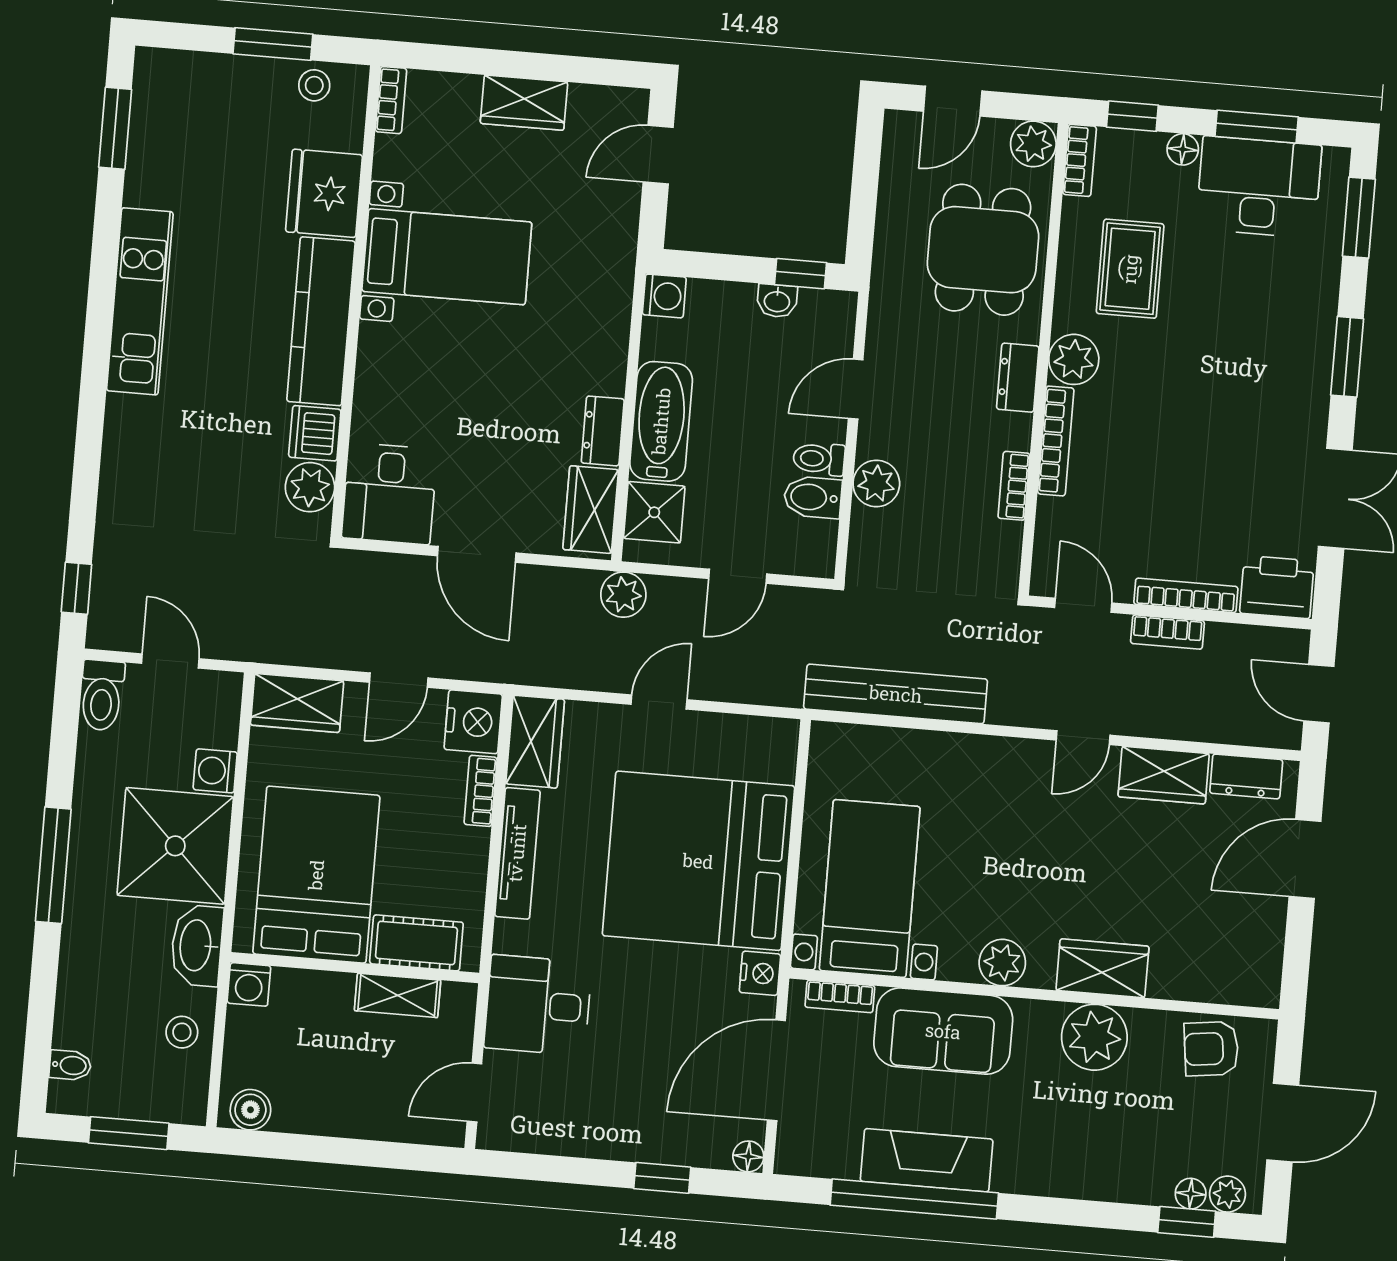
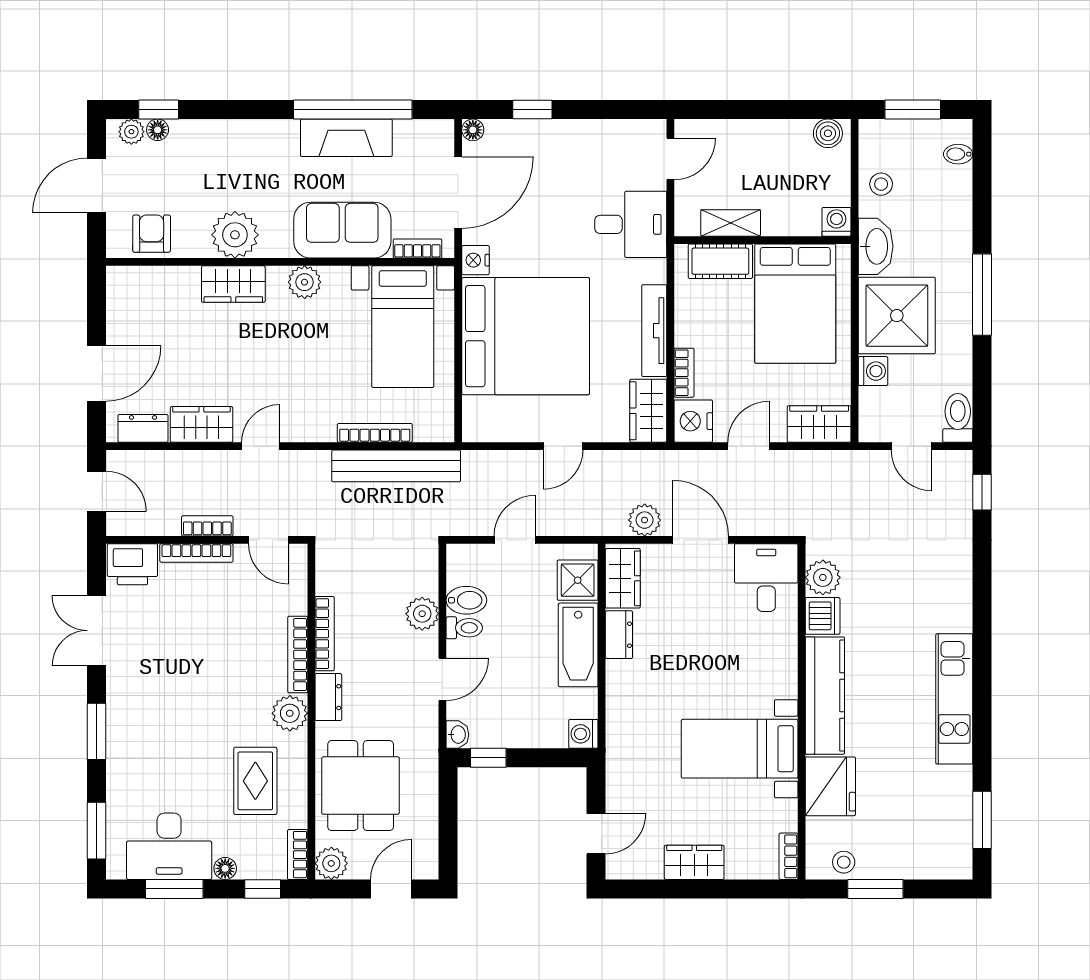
washbasin: (777, 301) -> (457, 735), moved, turned 90
bookcase: (1014, 486) -> (325, 634), width x1.56
plant: (623, 595) -> (645, 520), moved
bookcase: (922, 743) -> (375, 433), added
armchair: (1211, 1049) -> (152, 234), turned -83

